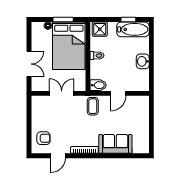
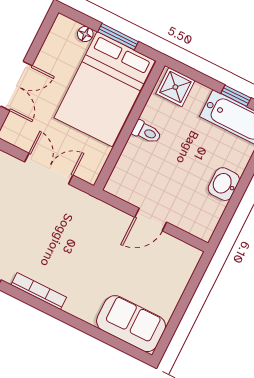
bidet: (98, 85) -> (122, 187), removed
coffee table: (93, 106) -> (93, 220), removed
sofa: (115, 144) -> (131, 324), moved

